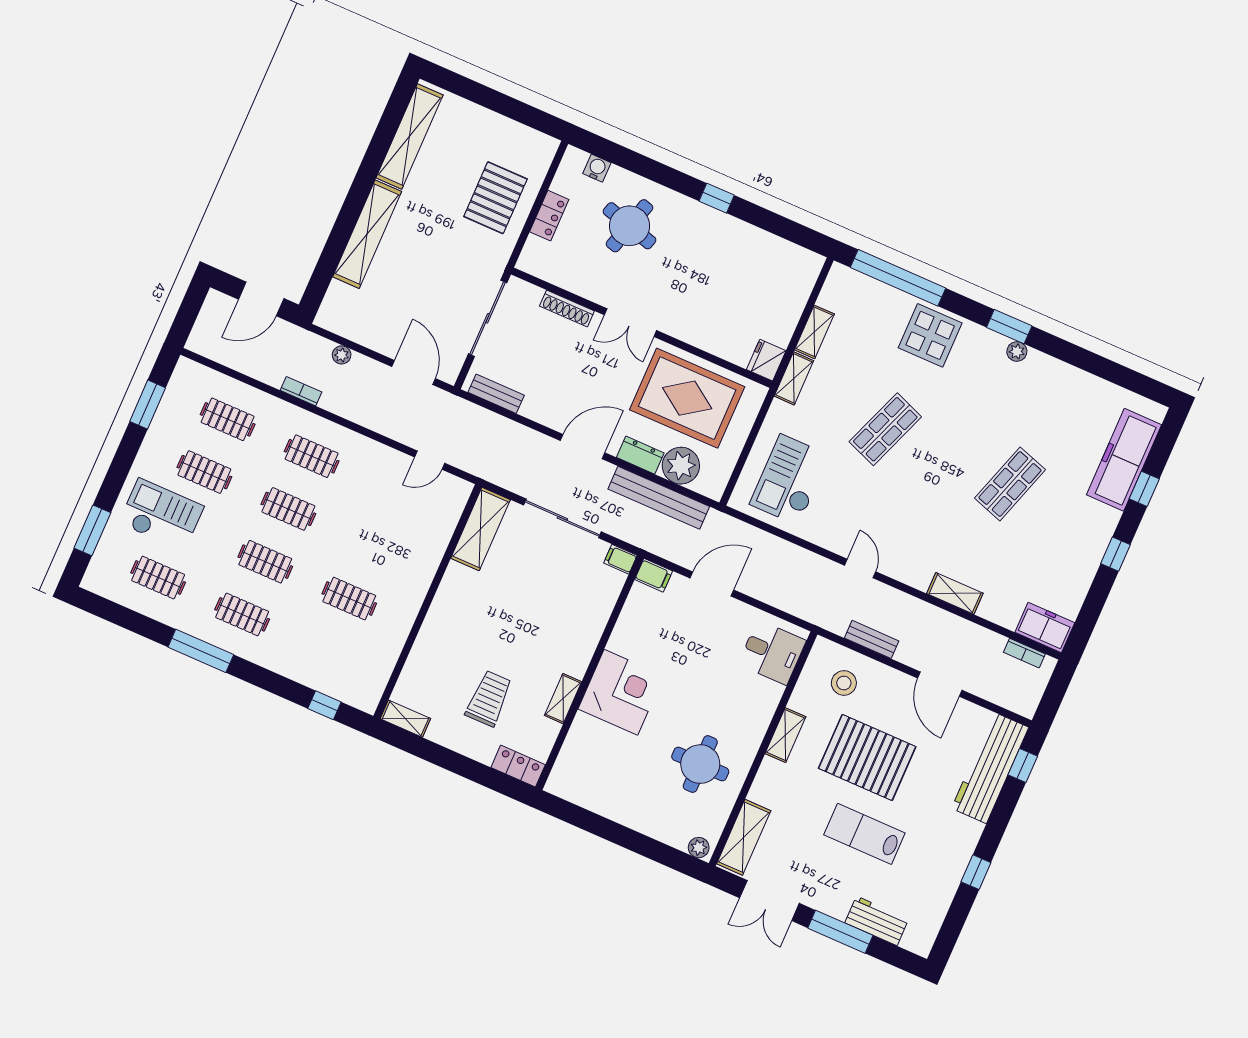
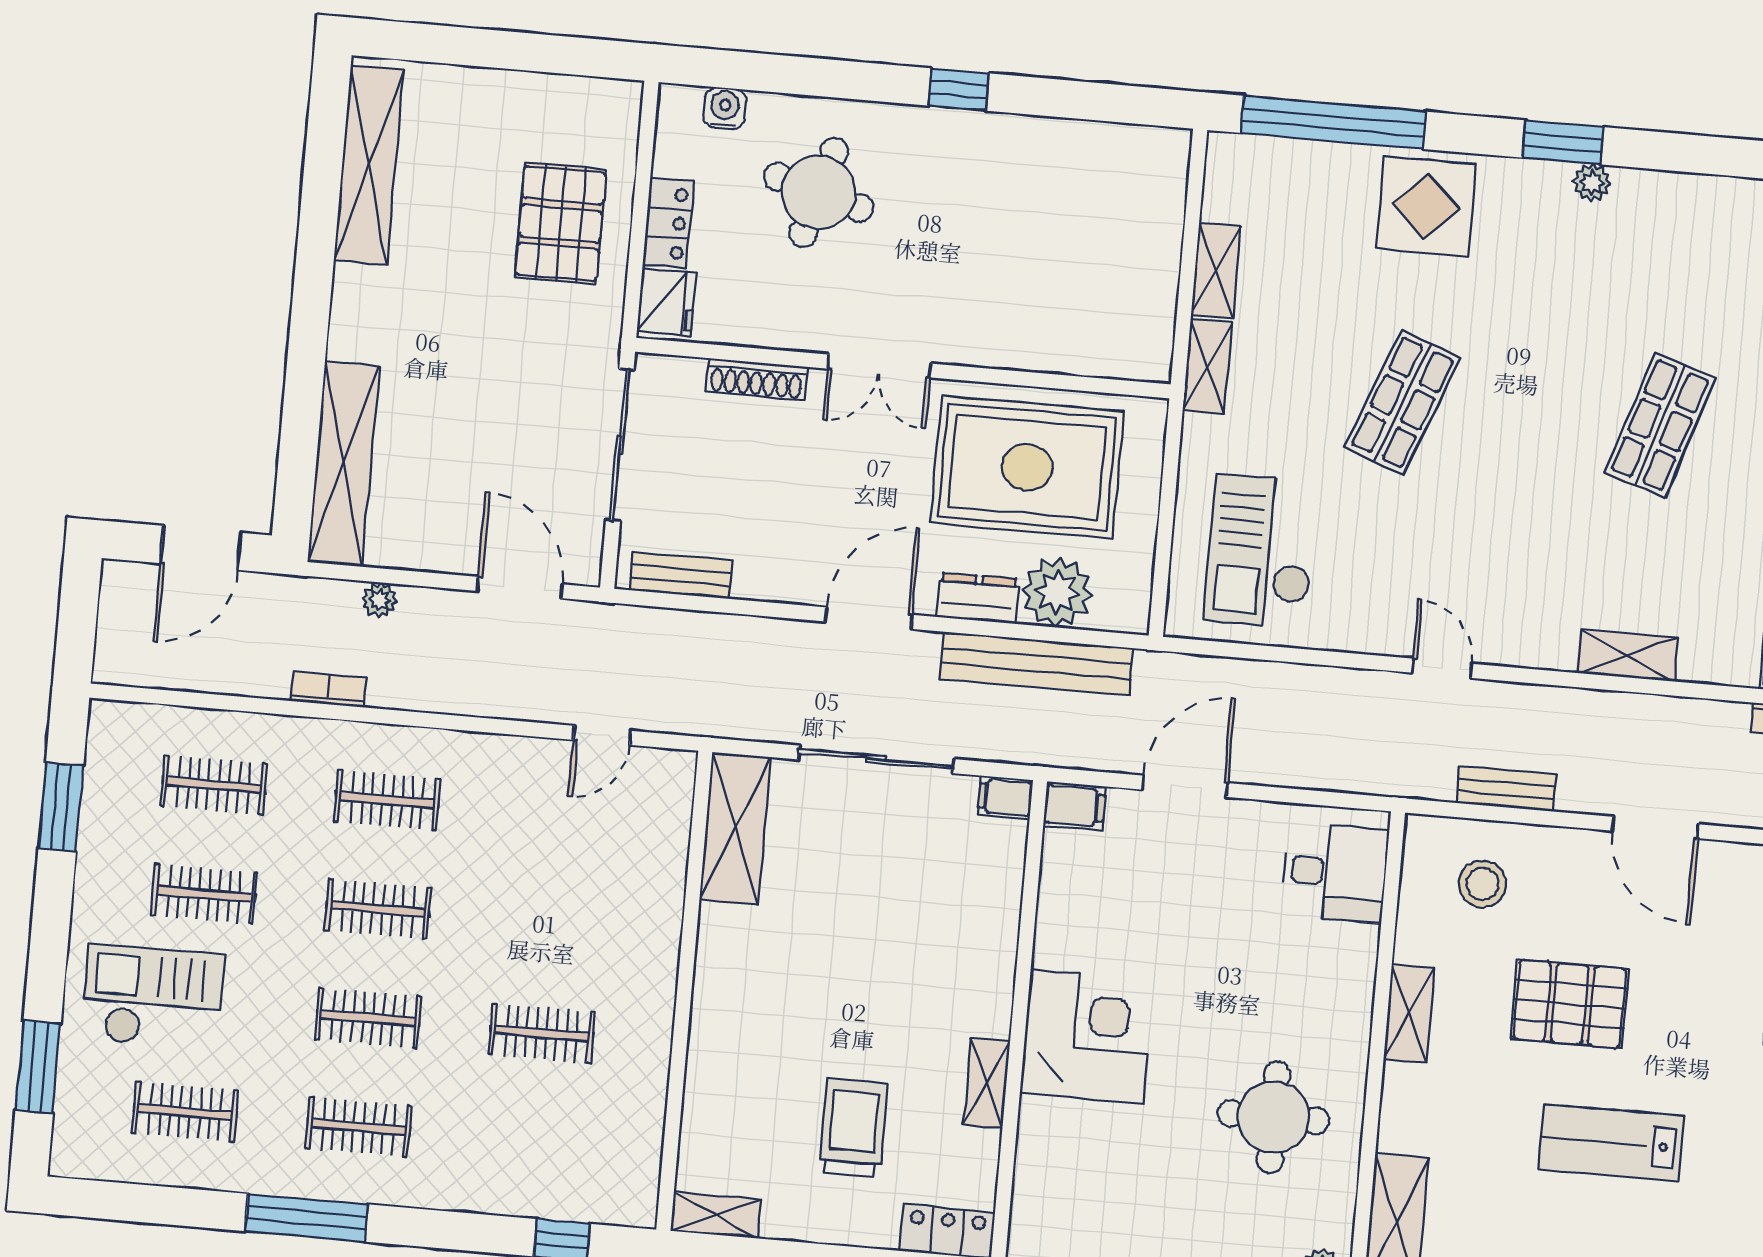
shelving: (367, 234) -> (343, 464), moved
fridge: (766, 360) -> (667, 302), moved, turned 180
pallet: (867, 757) -> (1570, 1004), width x0.73, depth x0.71

